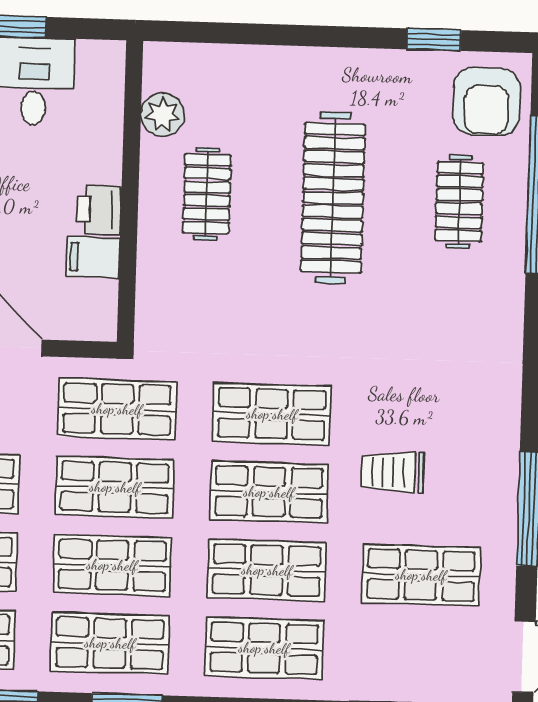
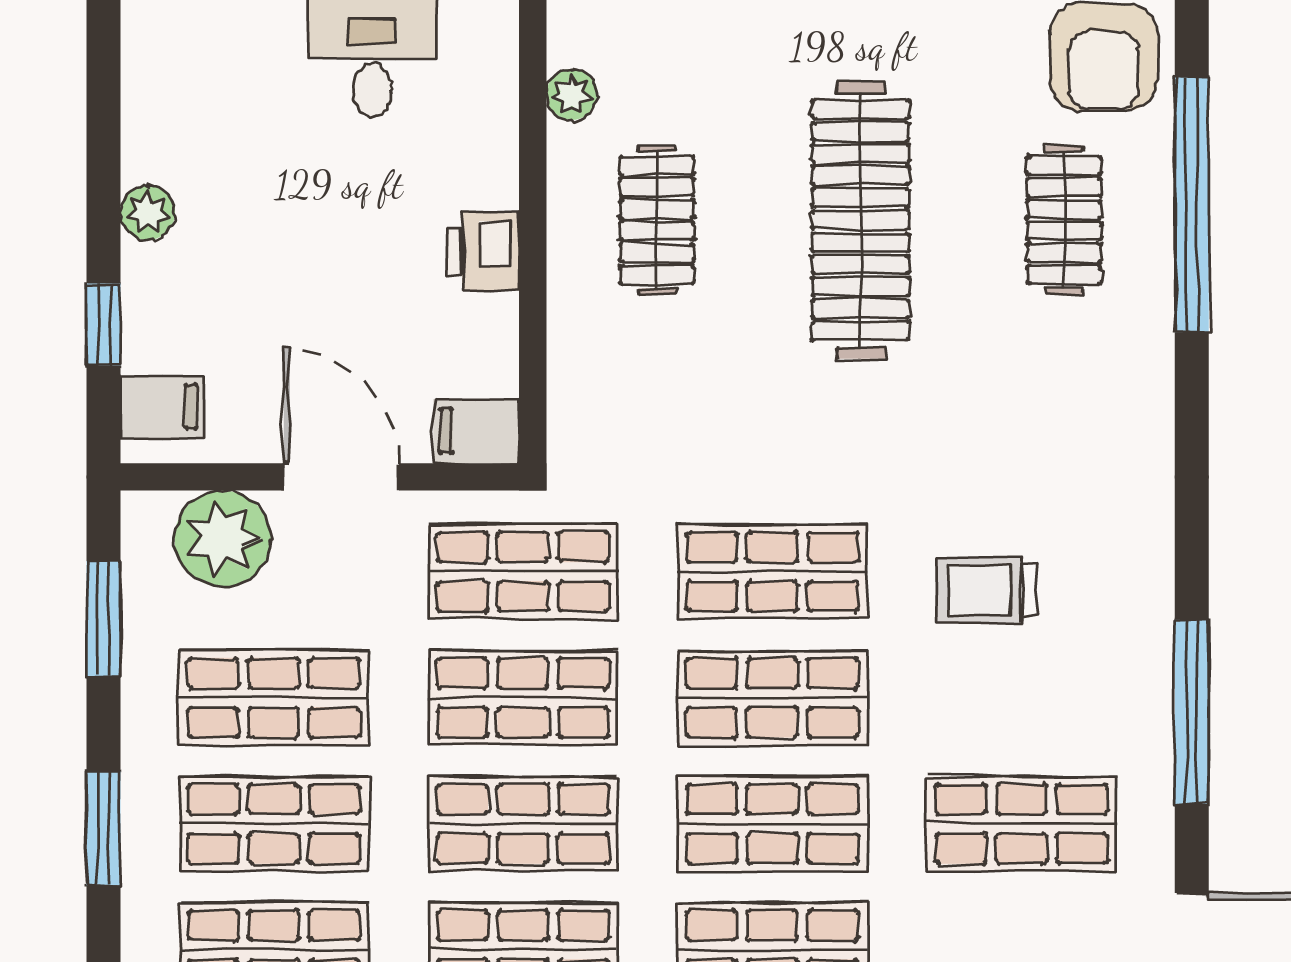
plant: (163, 115) -> (572, 94), width x0.73, depth x0.73
filing cabinet: (93, 257) -> (476, 431), moved
trolley: (392, 472) -> (987, 590), moved

